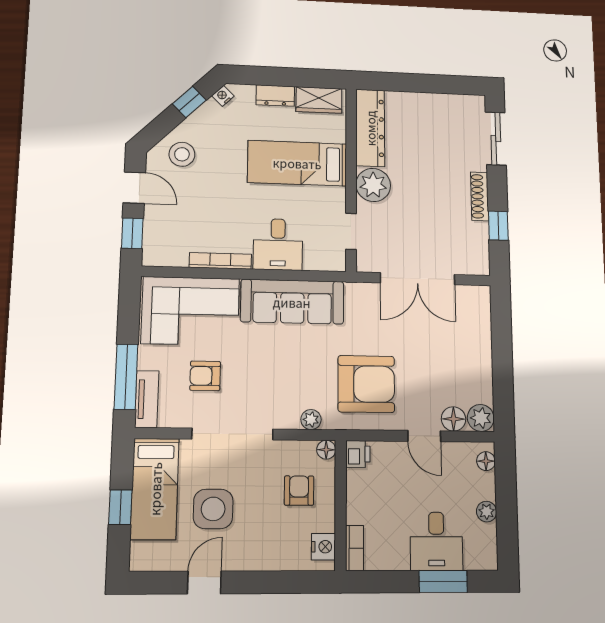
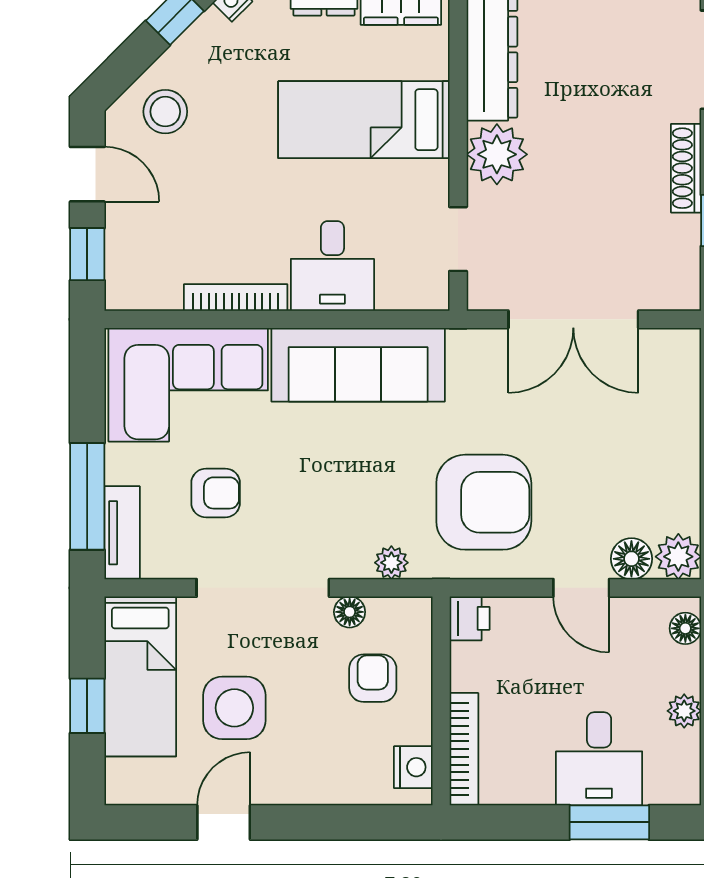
armchair: (205, 376) -> (216, 493), turned 180
floor lamp: (326, 450) -> (350, 612), moved
bookcase: (355, 548) -> (464, 749), width x1.56

